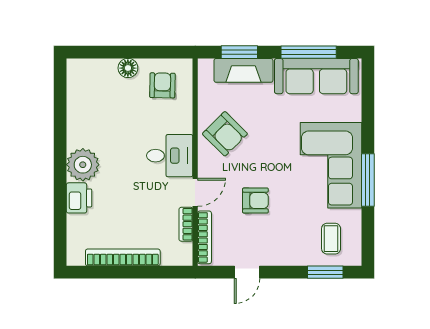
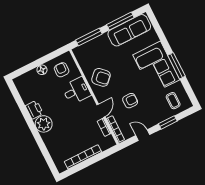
window: (239, 52) -> (89, 37), width x1.44
fireplace: (243, 70) -> (95, 44), removed
desk: (170, 156) -> (76, 91), moved
printer: (79, 198) -> (34, 110), moved
door: (247, 272) -> (143, 135), swing flipped
window: (325, 272) -> (168, 122), moved

